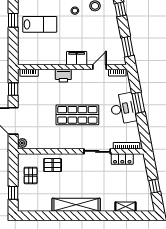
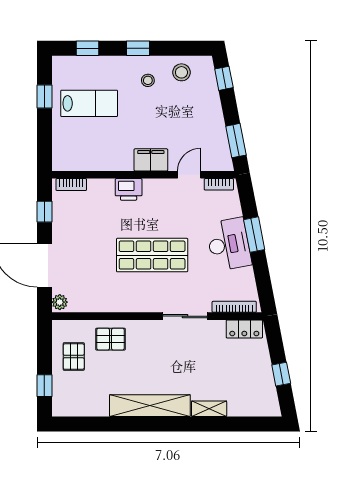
locker: (122, 159) -> (244, 329), moved
shelving: (125, 207) -> (209, 409), moved

